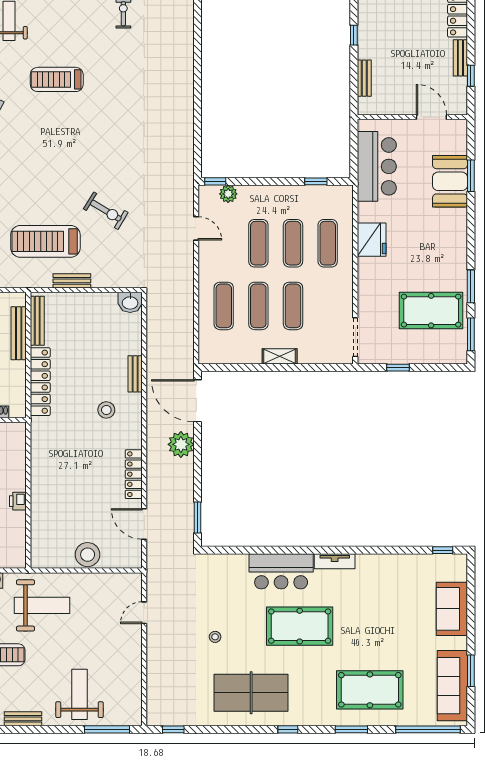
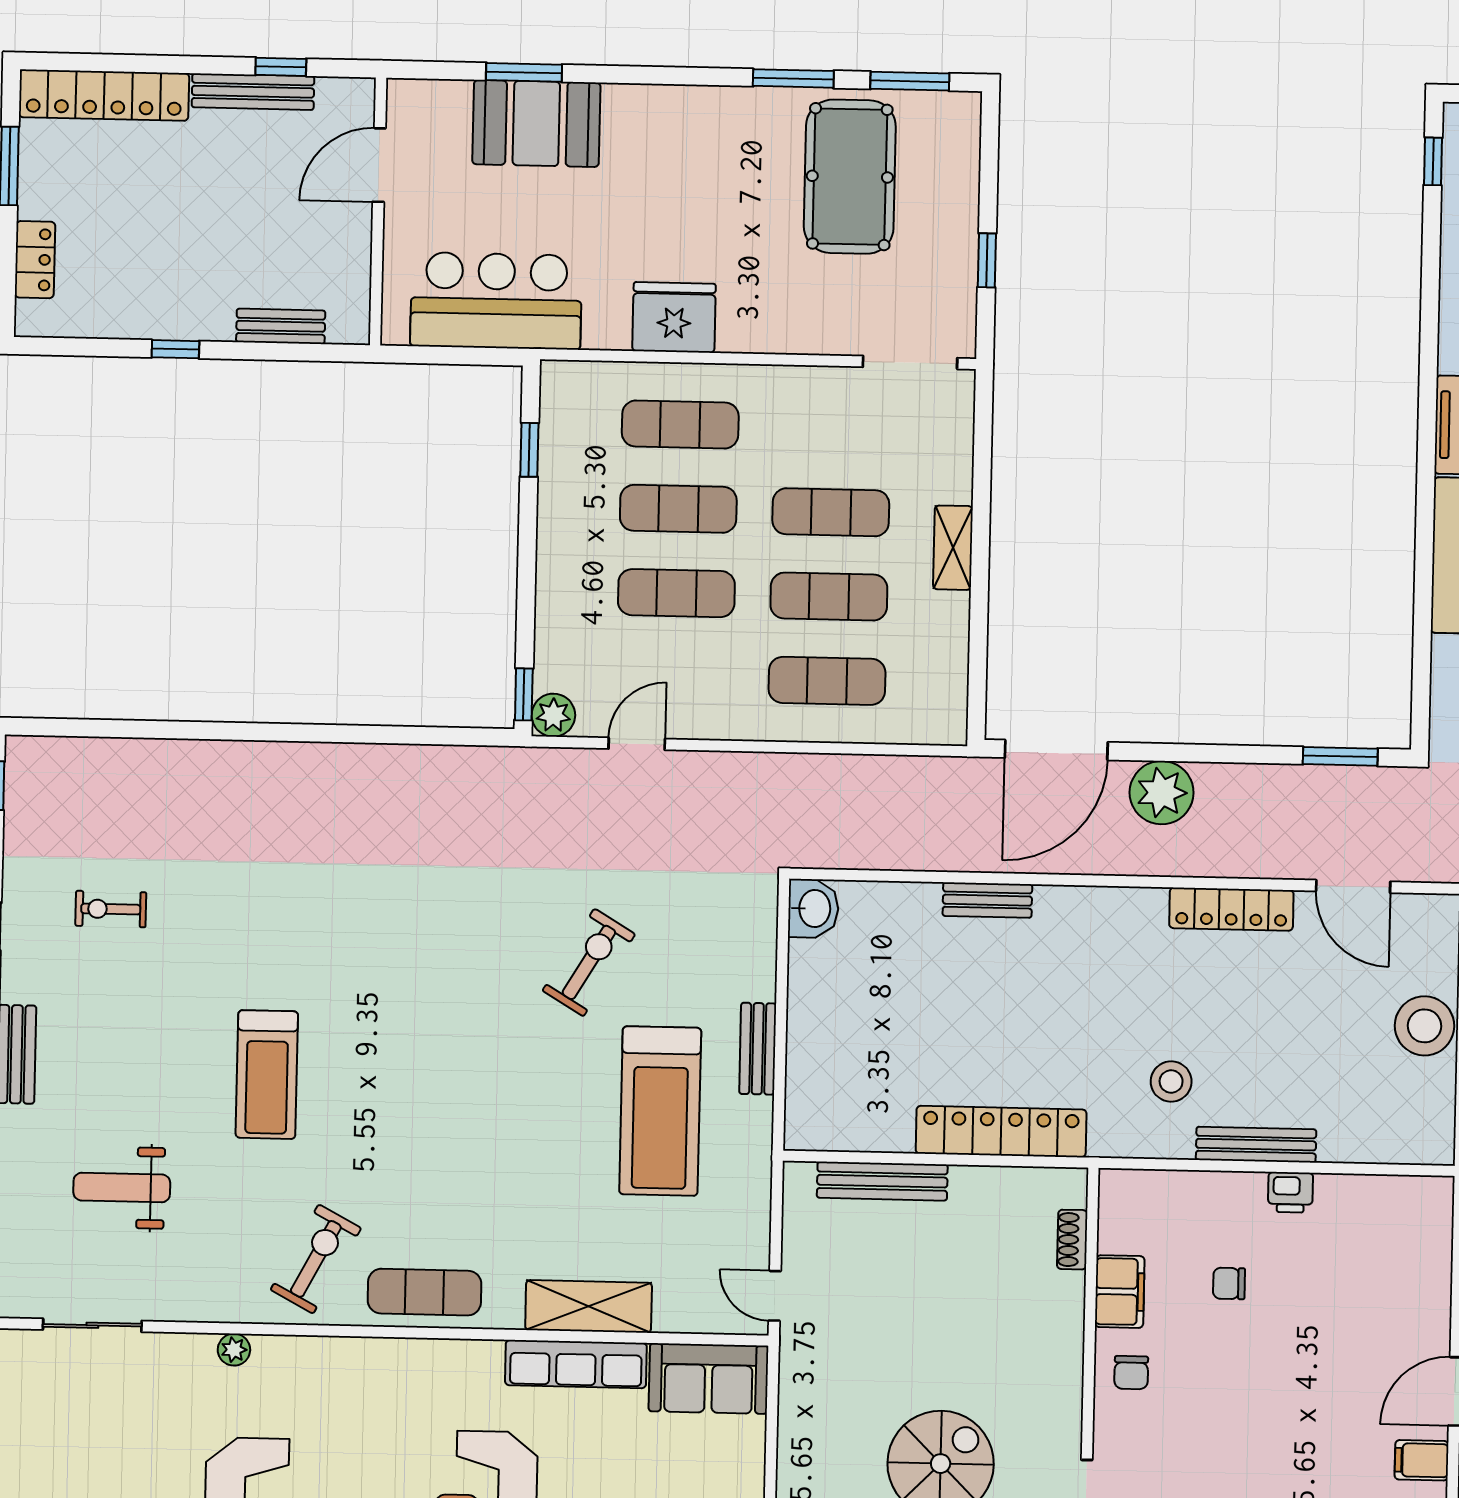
bench: (460, 58) -> (253, 92), width x1.36
plant: (228, 194) -> (553, 715), moved
bench: (37, 321) -> (1256, 1145), moved
stool: (106, 410) -> (1171, 1082), moved
door: (144, 524) -> (1353, 886), hinge flipped

